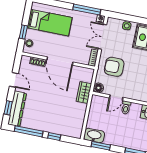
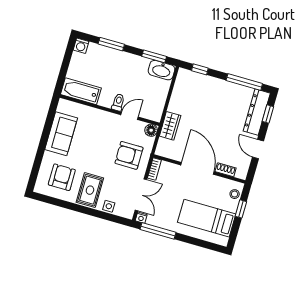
armchair: (114, 67) -> (129, 155), turned 180
window: (54, 136) -> (200, 69), moved

